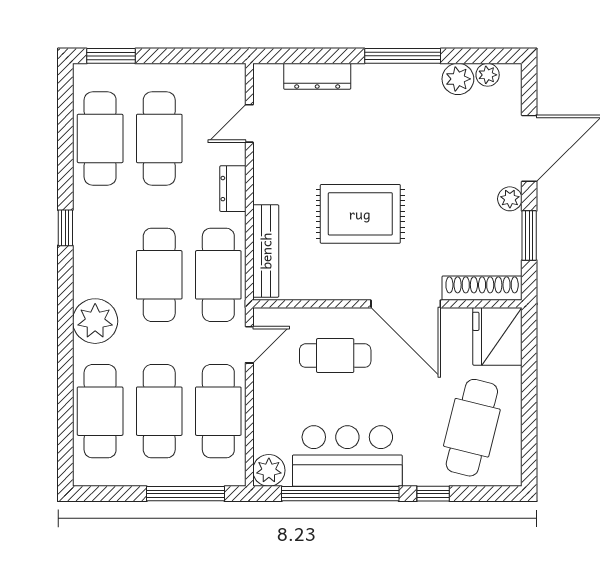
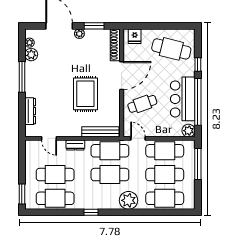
fridge: (497, 336) -> (135, 36), width x0.53, depth x0.75
cafe table: (335, 356) -> (142, 104), turned 71

